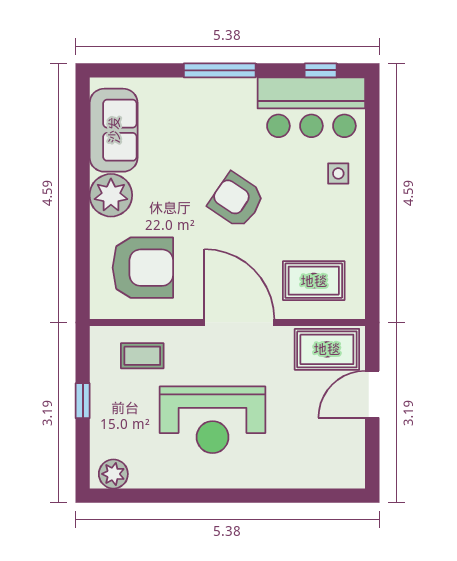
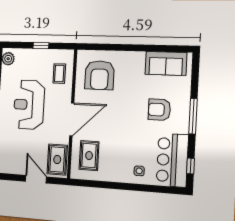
plant: (111, 195) -> (134, 61), removed
armchair: (237, 200) -> (159, 110), moved, turned -124

